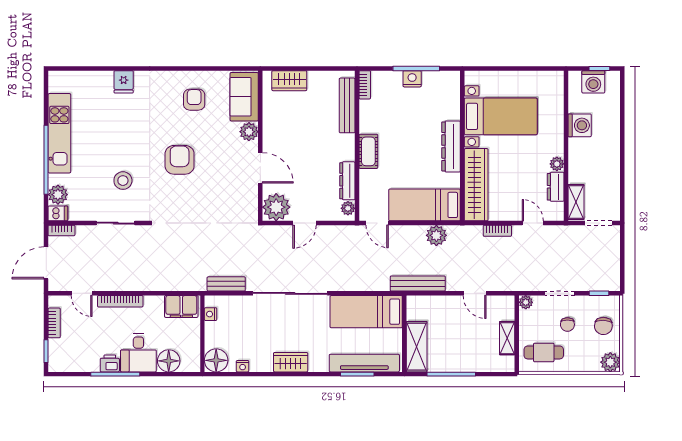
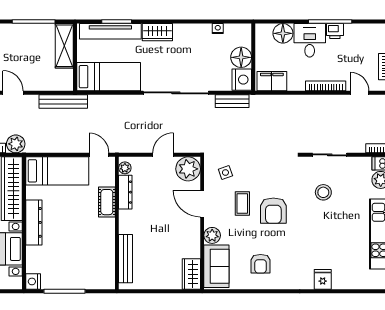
nightstand: (412, 79) -> (33, 281), moved, turned 90
wardrobe: (289, 81) -> (191, 274), moved, turned -90
bookcase: (365, 85) -> (110, 277), removed
cot: (368, 151) -> (107, 202), moved
coffee table: (215, 168) -> (242, 204), added
side table: (234, 203) -> (225, 173), added
plant: (436, 235) -> (16, 144), moved
nightstand: (211, 314) -> (242, 80), width x1.89, depth x1.79
floor lamp: (216, 360) -> (241, 57), moved
wardrobe: (291, 362) -> (157, 32), moved

